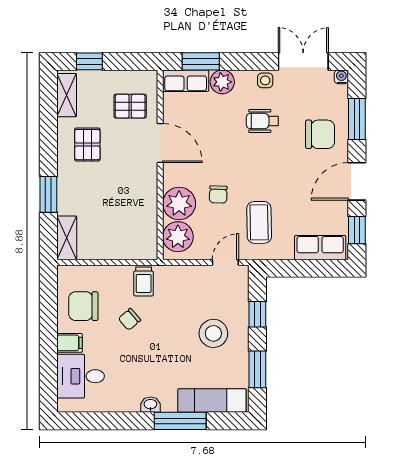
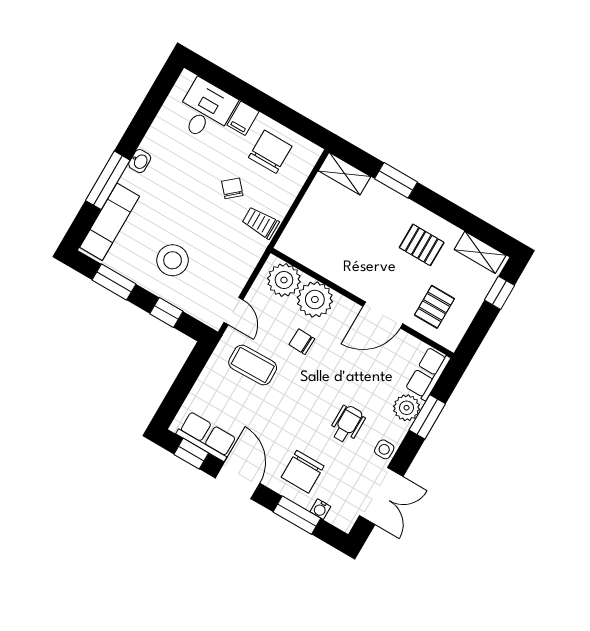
window: (201, 61) -> (427, 417), moved
water cooler: (341, 77) -> (320, 509), moved, turned 90
row of seats: (320, 248) -> (207, 436), moved, turned -90

